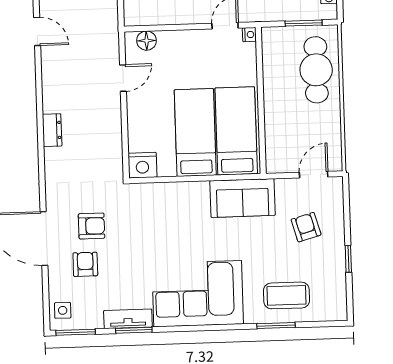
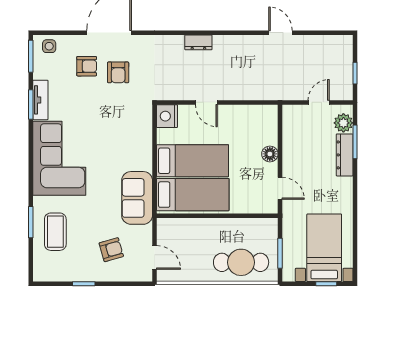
door: (37, 31) -> (280, 33), swing flipped
nightstand: (249, 35) -> (272, 208), removed
floor lamp: (147, 41) -> (270, 154), moved
door: (123, 78) -> (206, 102), moved

